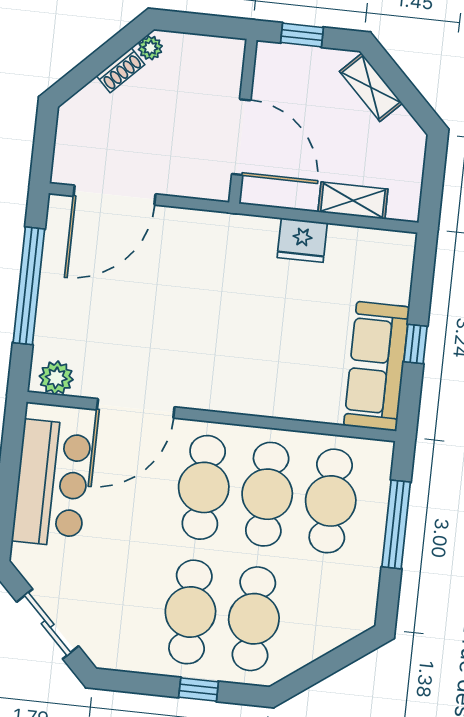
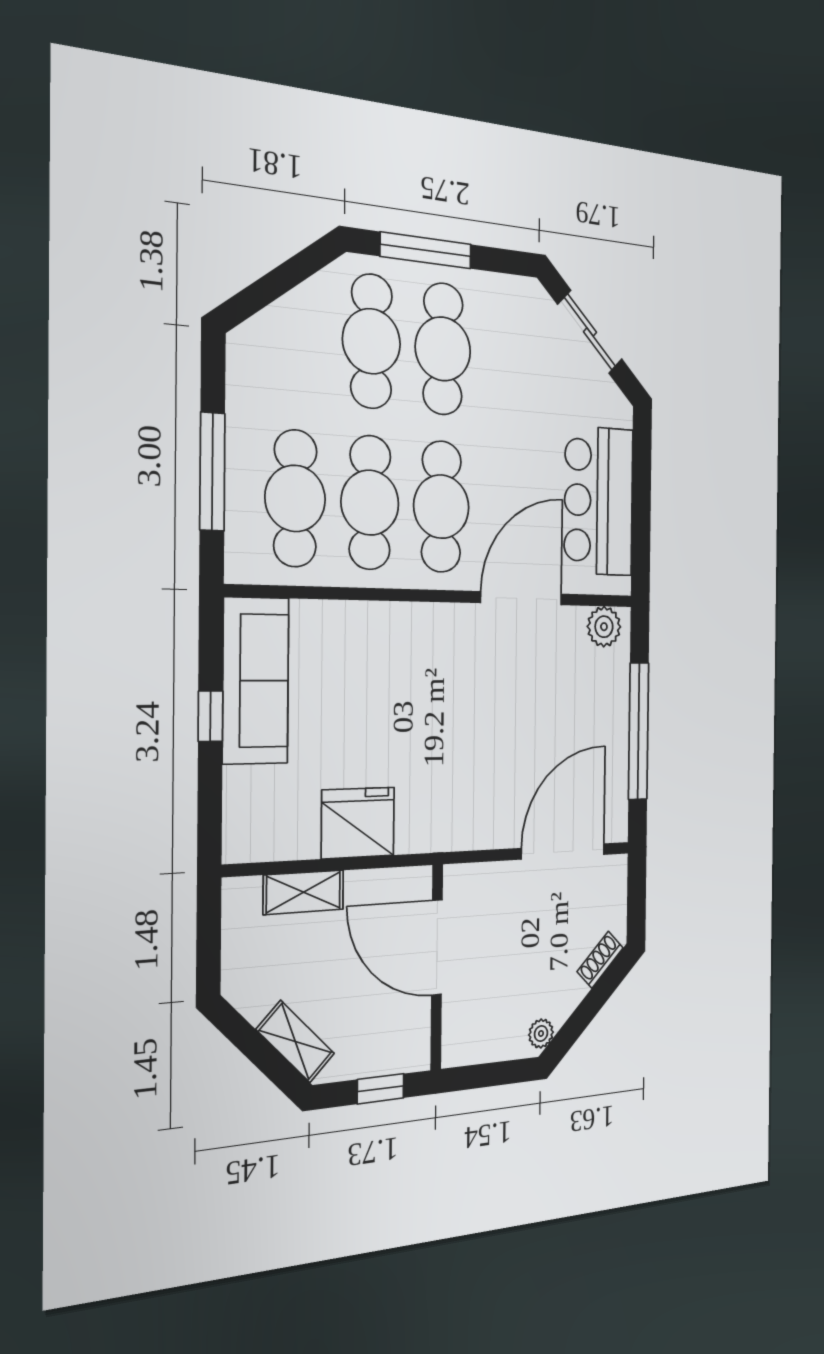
shoe rack: (121, 70) -> (600, 960), moved
fridge: (302, 240) -> (358, 823), width x1.36, depth x1.34
window: (199, 689) -> (426, 250), width x2.17

